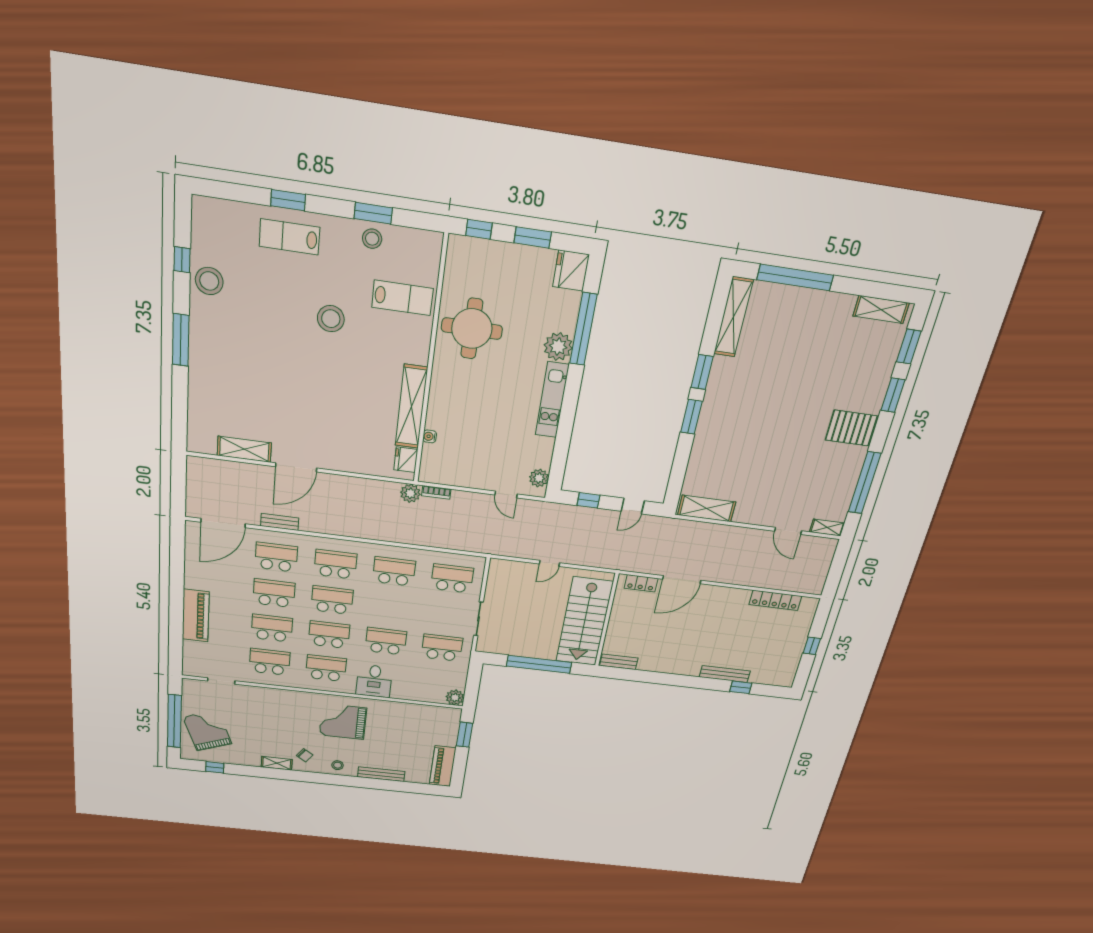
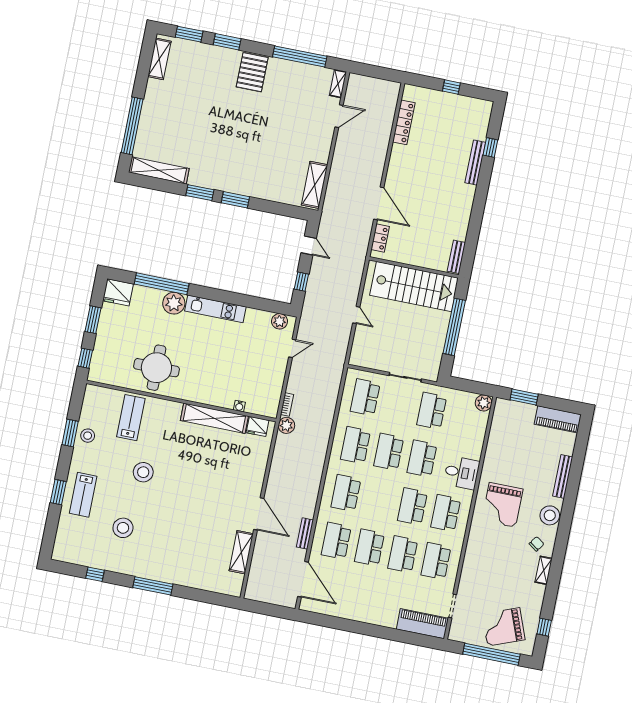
stool: (209, 281) -> (123, 528), moved
school desk: (332, 600) -> (389, 452), moved
piano: (196, 616) -> (422, 624), moved
stool: (338, 765) -> (550, 515), width x1.89, depth x1.89

